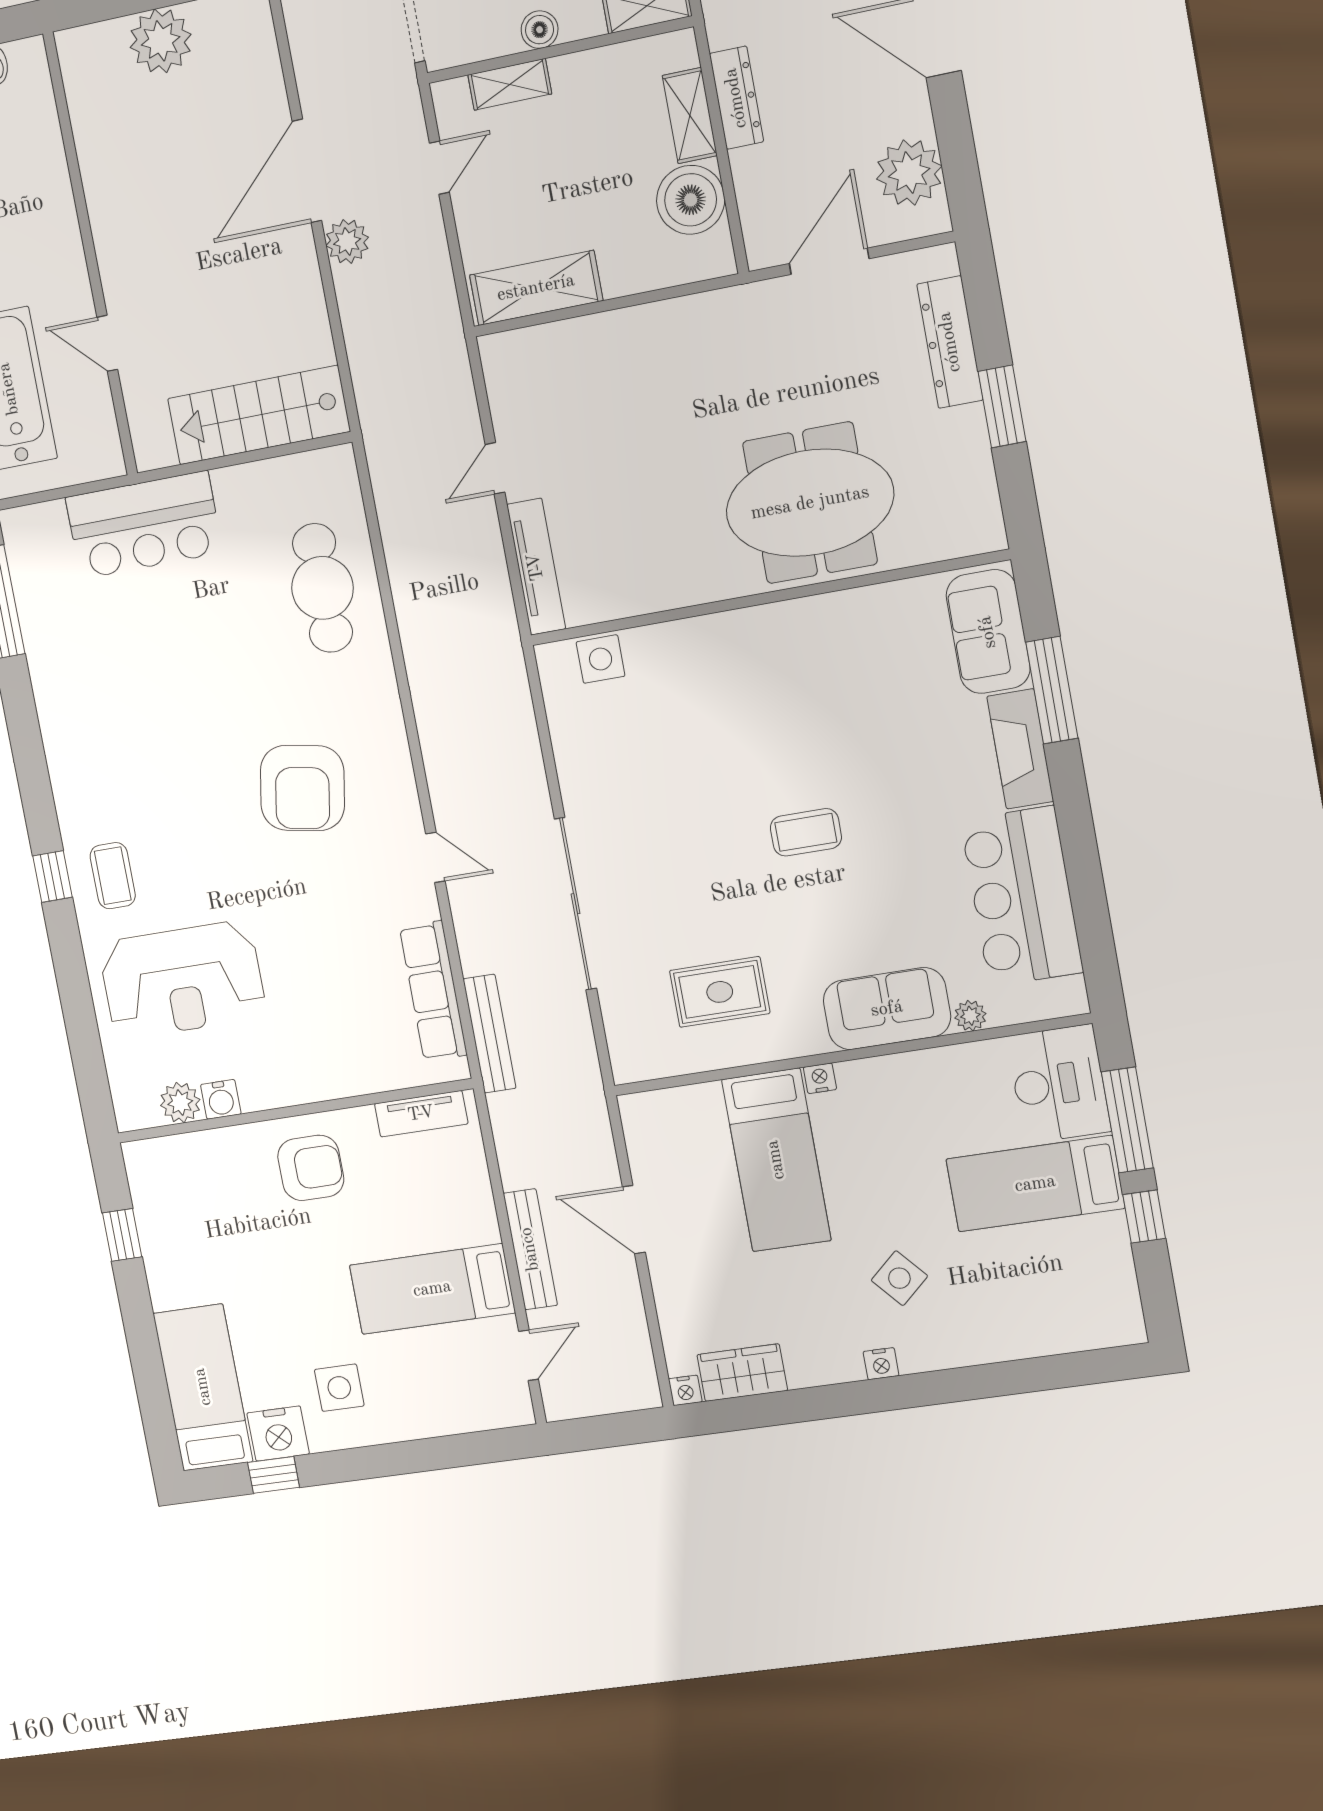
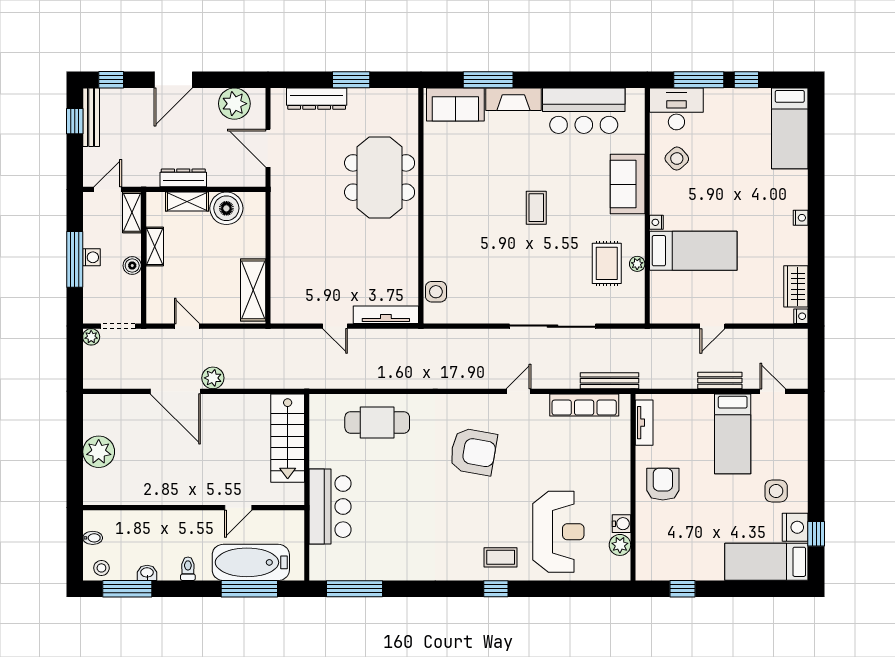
shelving: (510, 84) -> (155, 246), moved
plant: (970, 1016) -> (637, 264), moved
bed: (1035, 1184) -> (790, 128), moved
door: (634, 1220) -> (712, 326), width x0.73
bench: (530, 1249) -> (720, 380), width x0.73
side table: (899, 1278) -> (677, 159), moved

